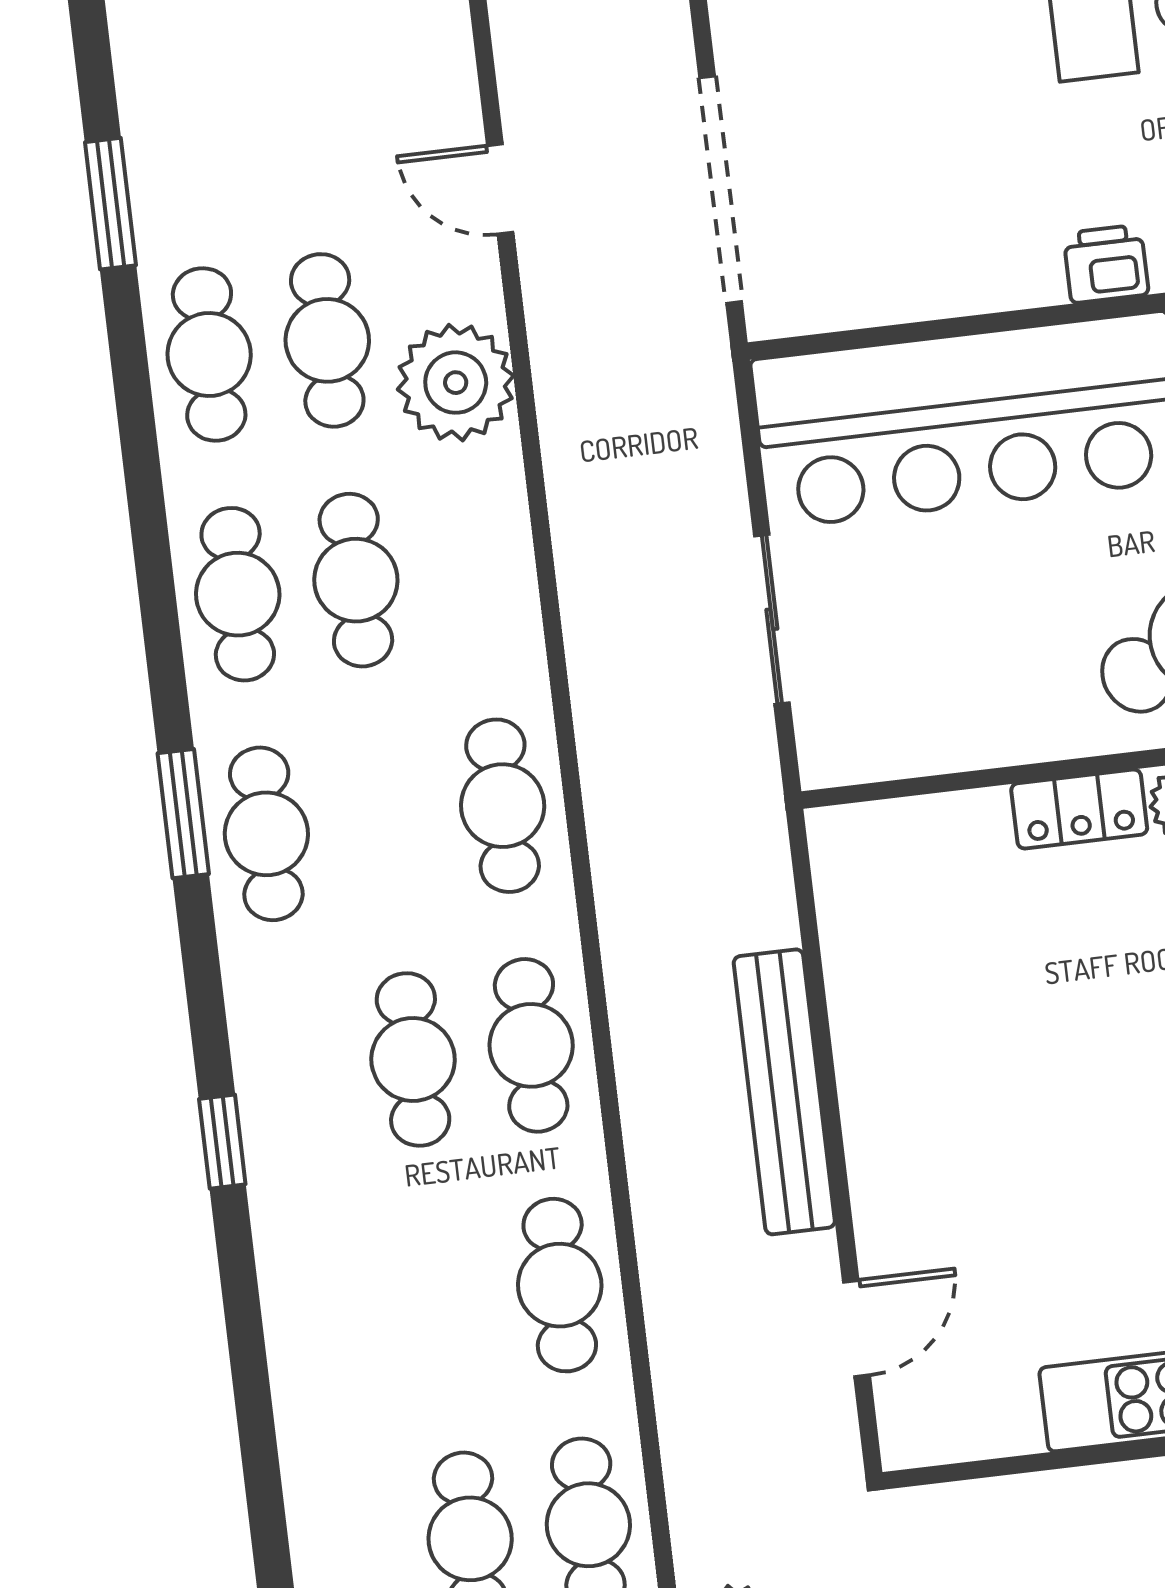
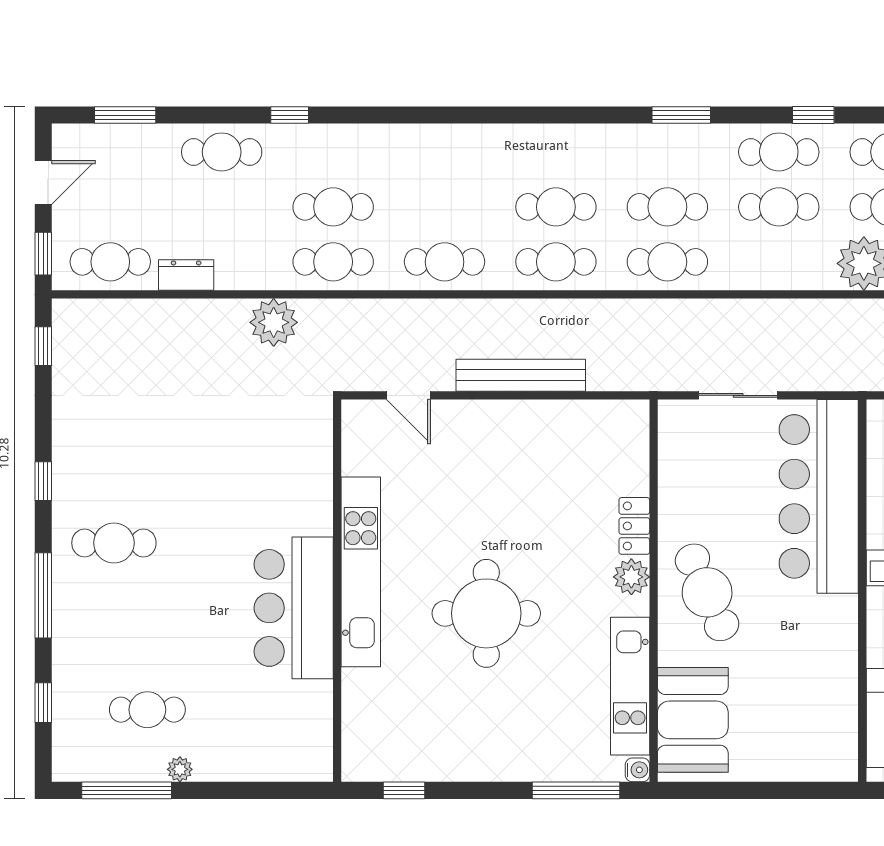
cafe table: (266, 834) -> (667, 207), moved
window: (222, 1142) -> (813, 115), moved

